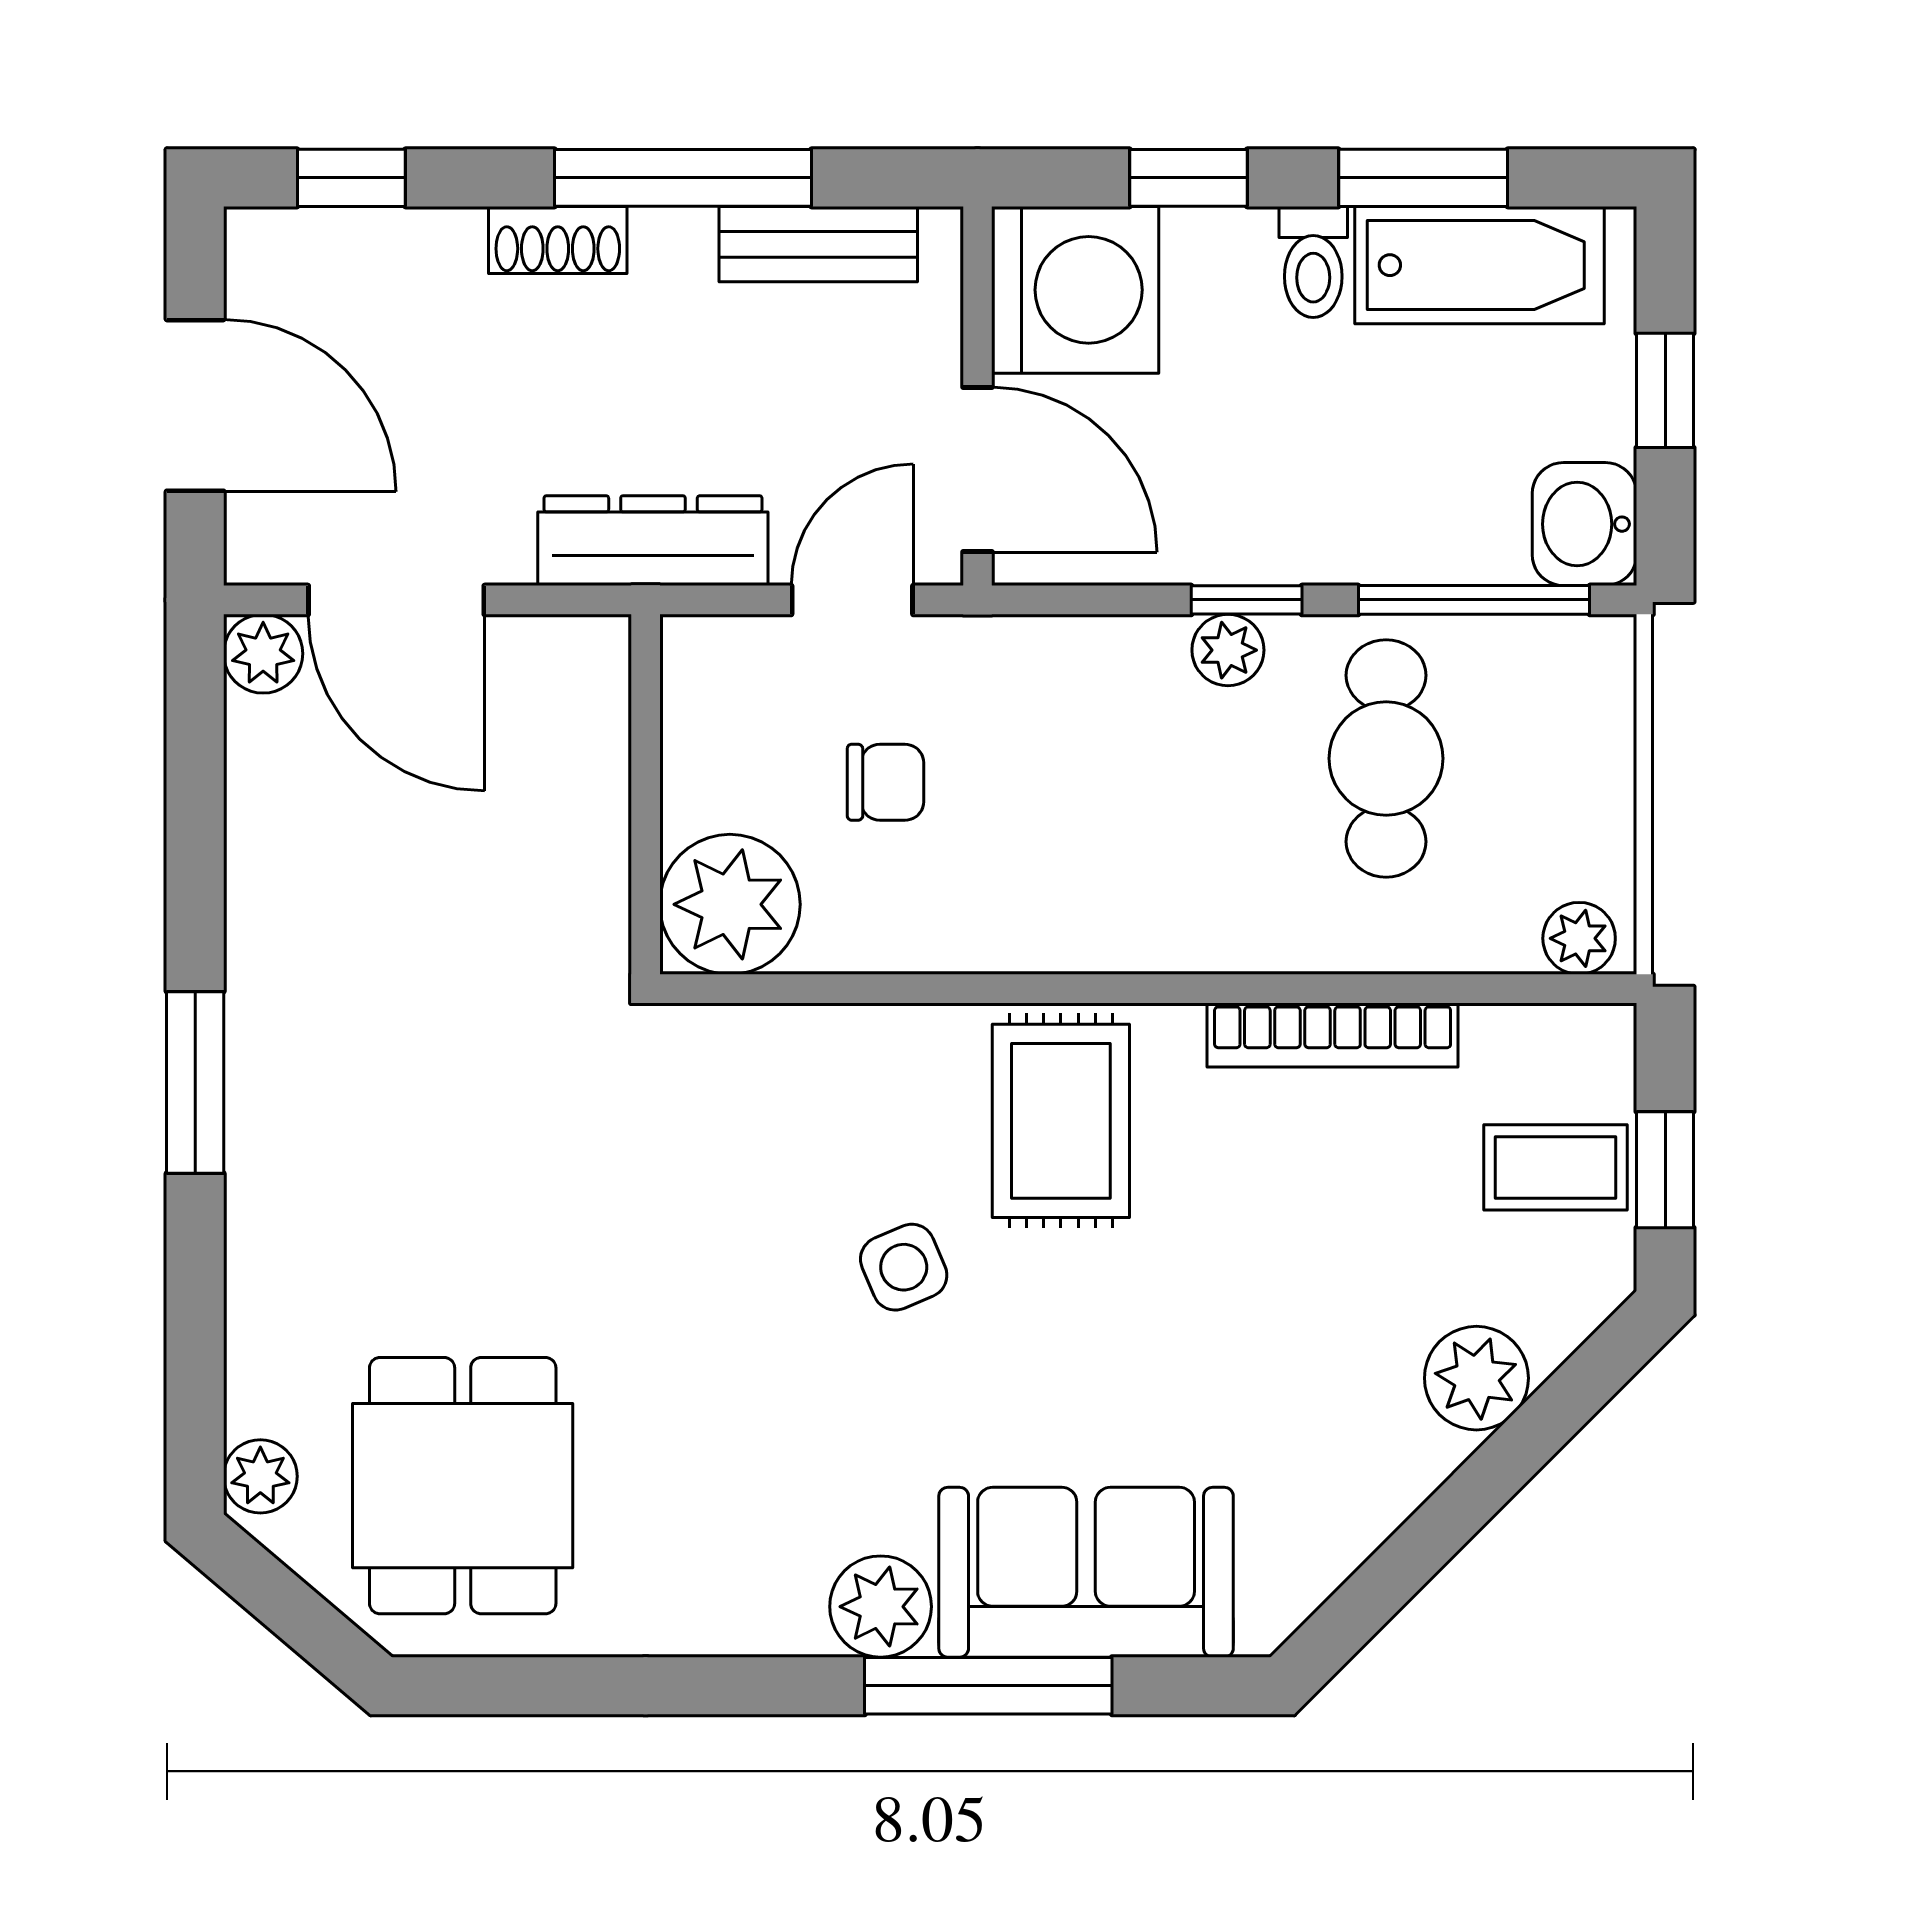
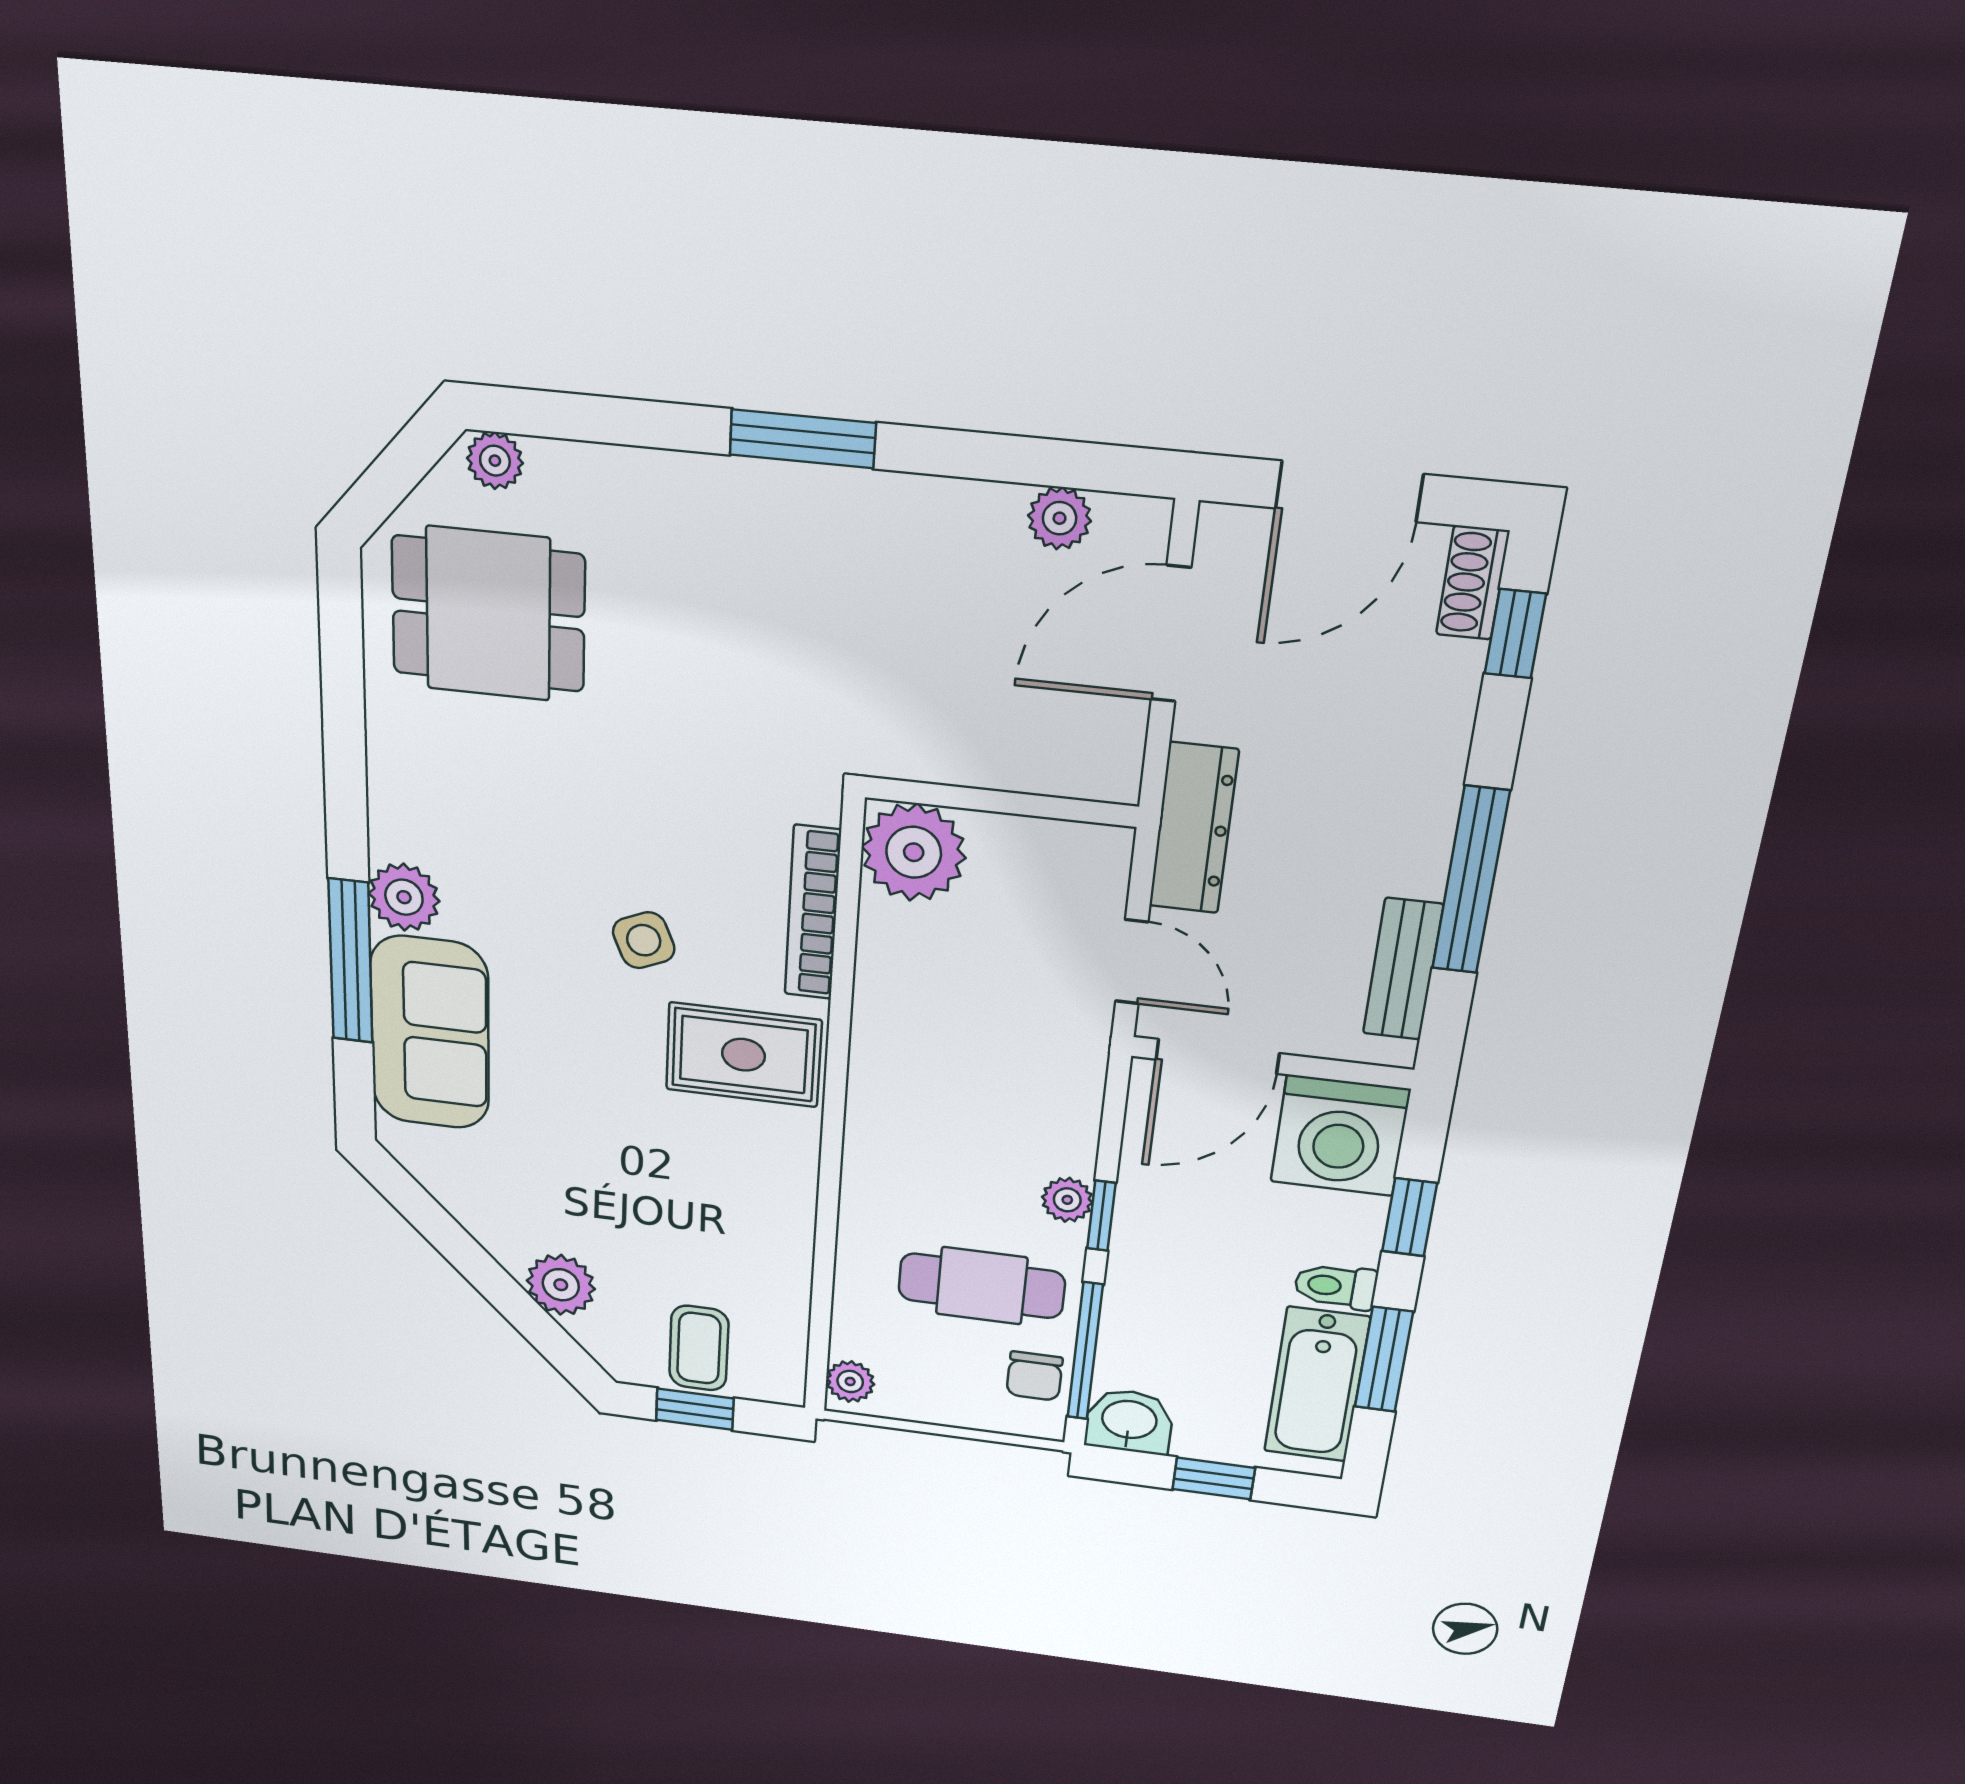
shoe rack: (558, 240) -> (1473, 583), moved
plant: (263, 654) -> (1060, 518), moved
chair: (885, 782) -> (1035, 1376), moved
bookcase: (1333, 1035) -> (813, 913), moved

